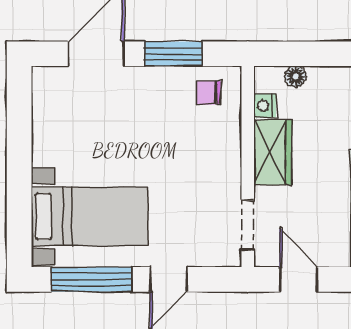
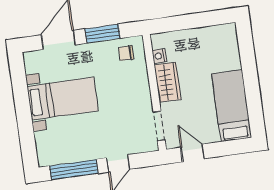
floor lamp: (295, 76) -> (175, 37), removed
bed with nightstands: (89, 216) -> (63, 99), moved

